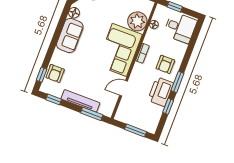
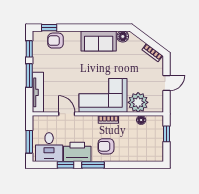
desk: (180, 27) -> (49, 147), moved
tv unit: (80, 101) -> (38, 92), moved
window: (92, 114) -> (29, 76), moved

